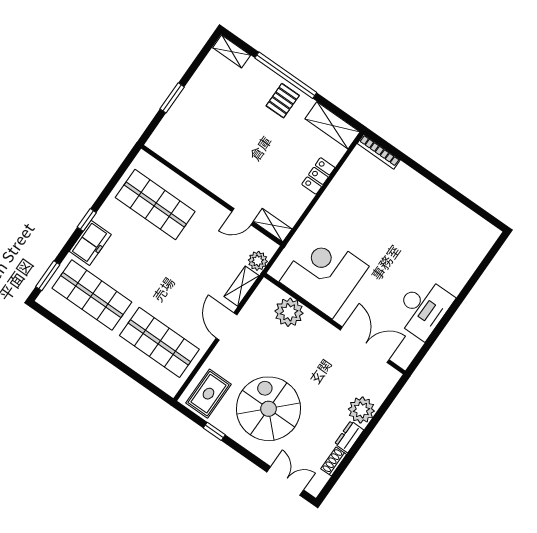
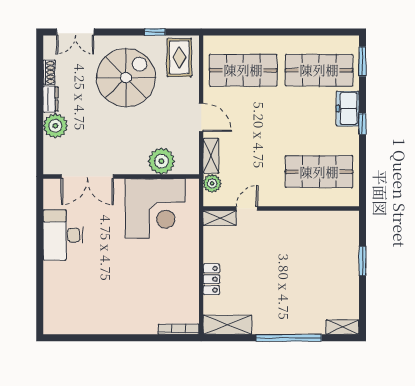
pallet: (283, 101) -> (278, 317), removed
spiral stairs: (268, 409) -> (126, 78), turned -90

